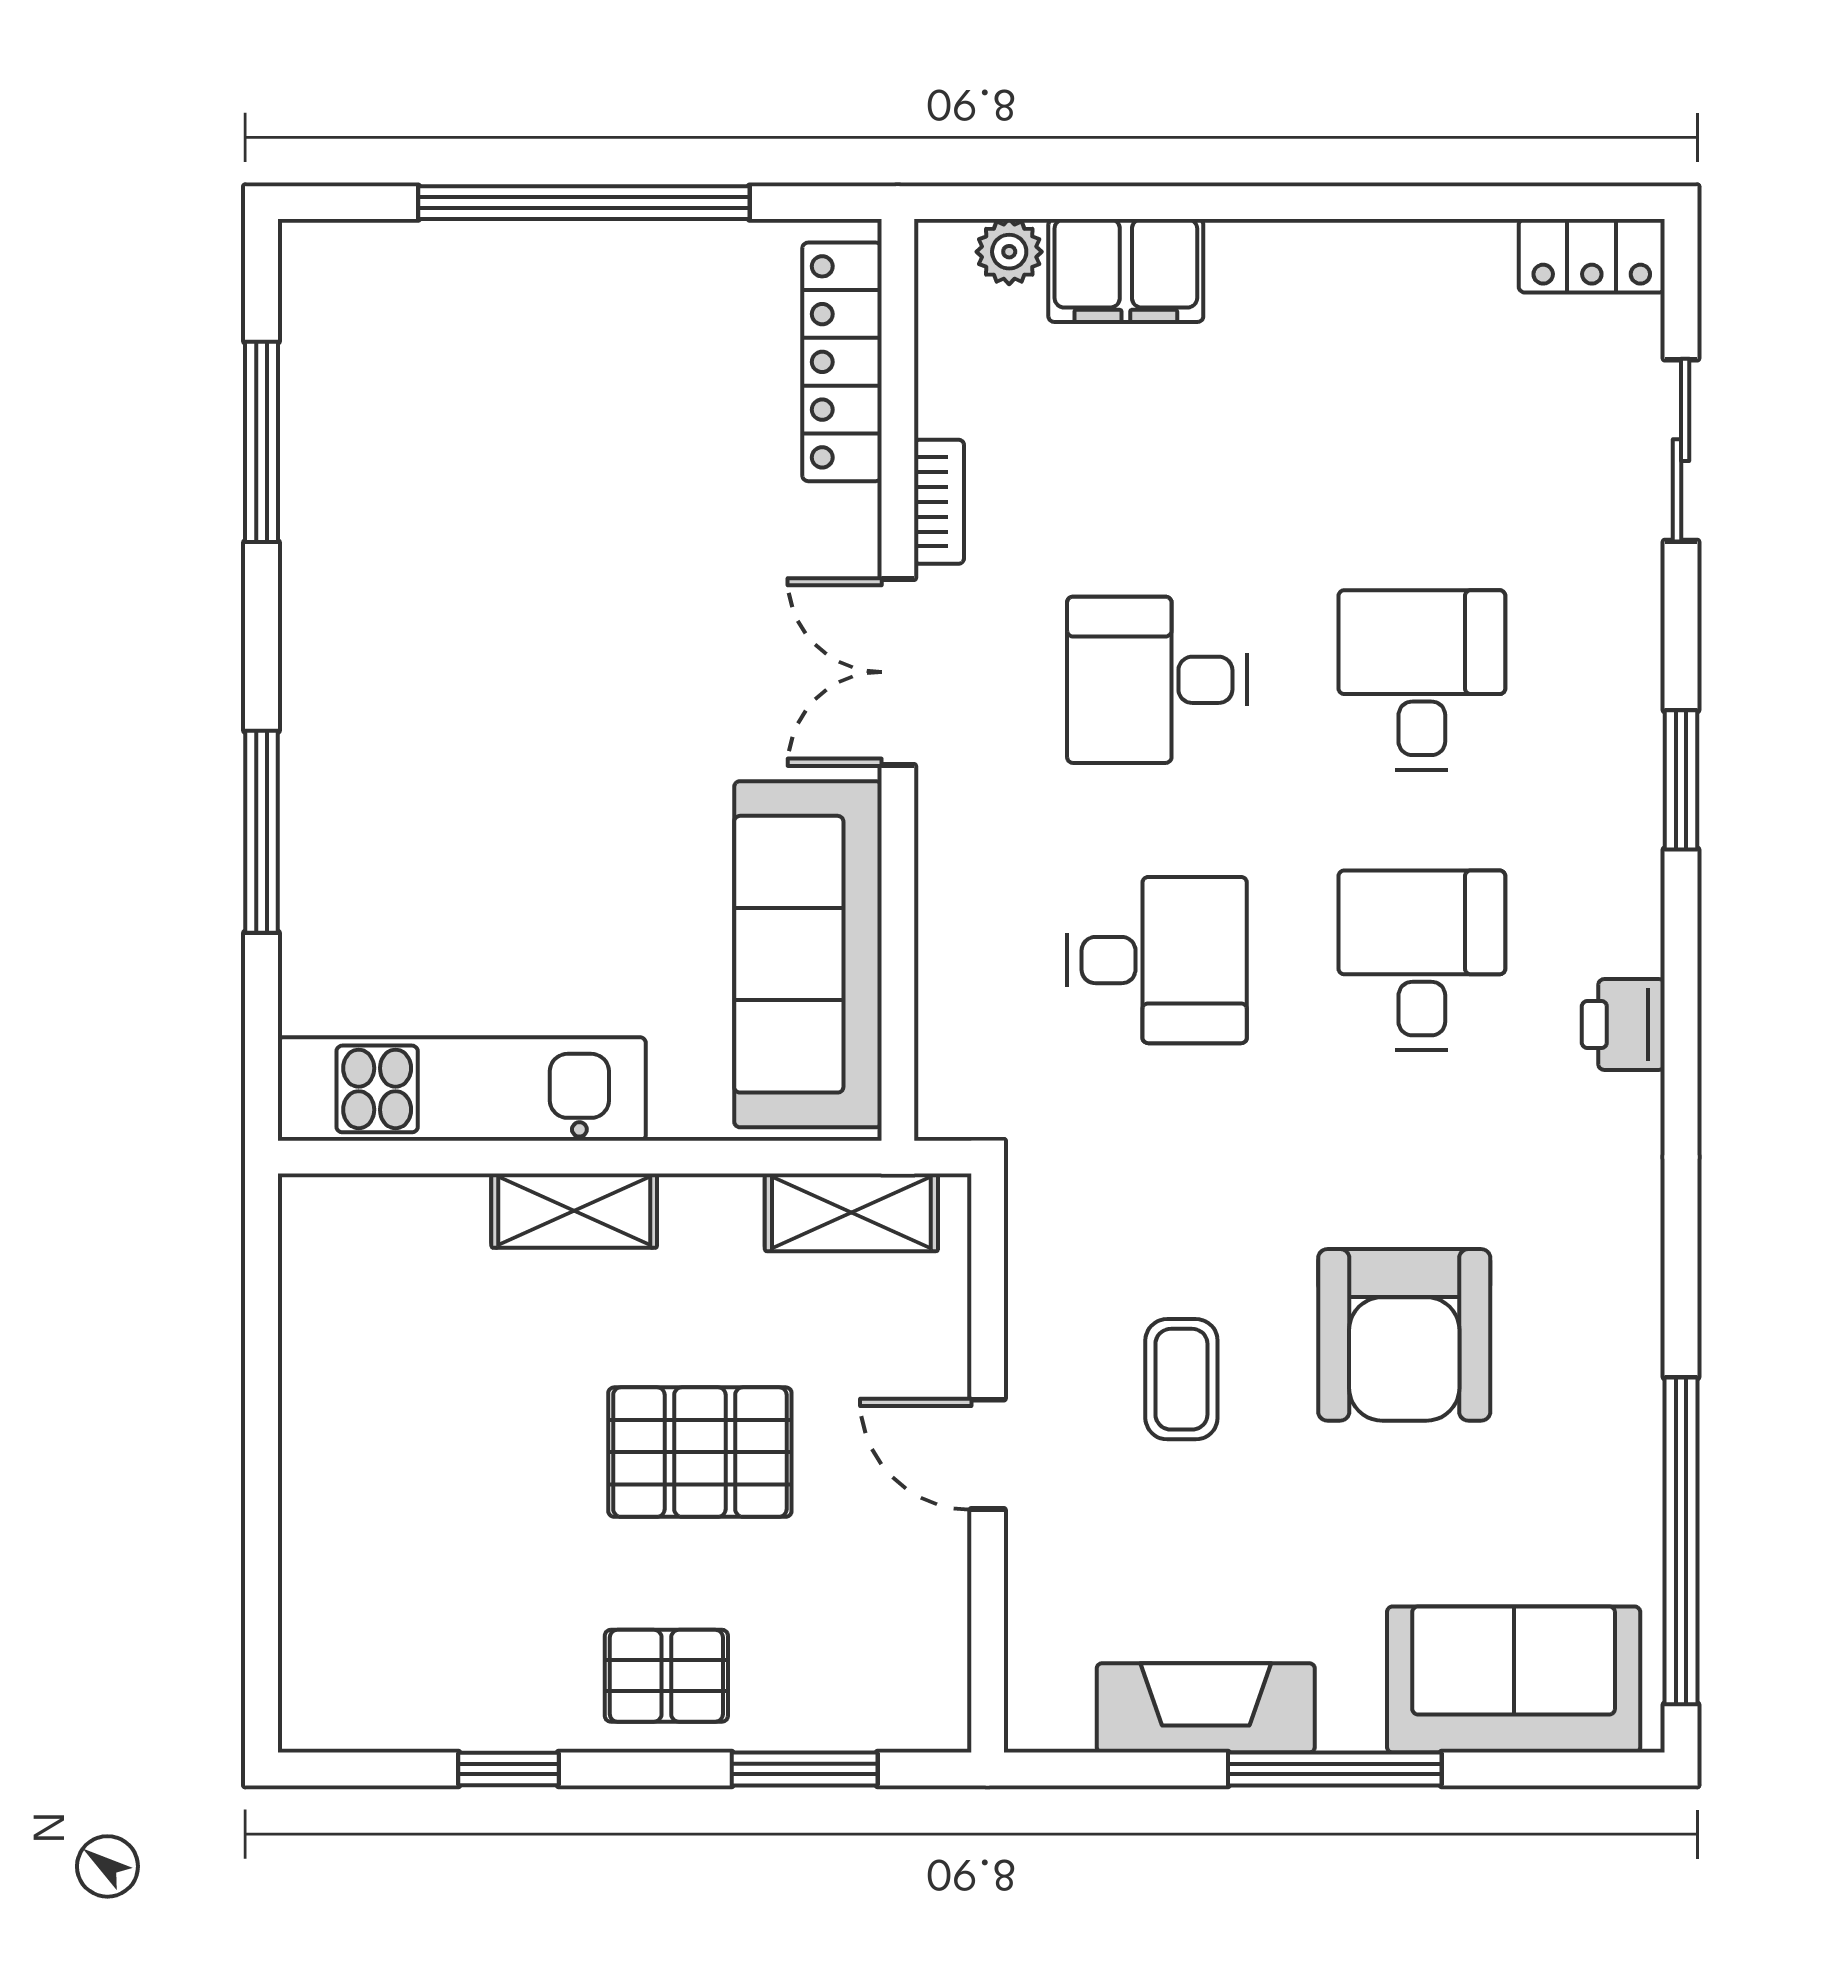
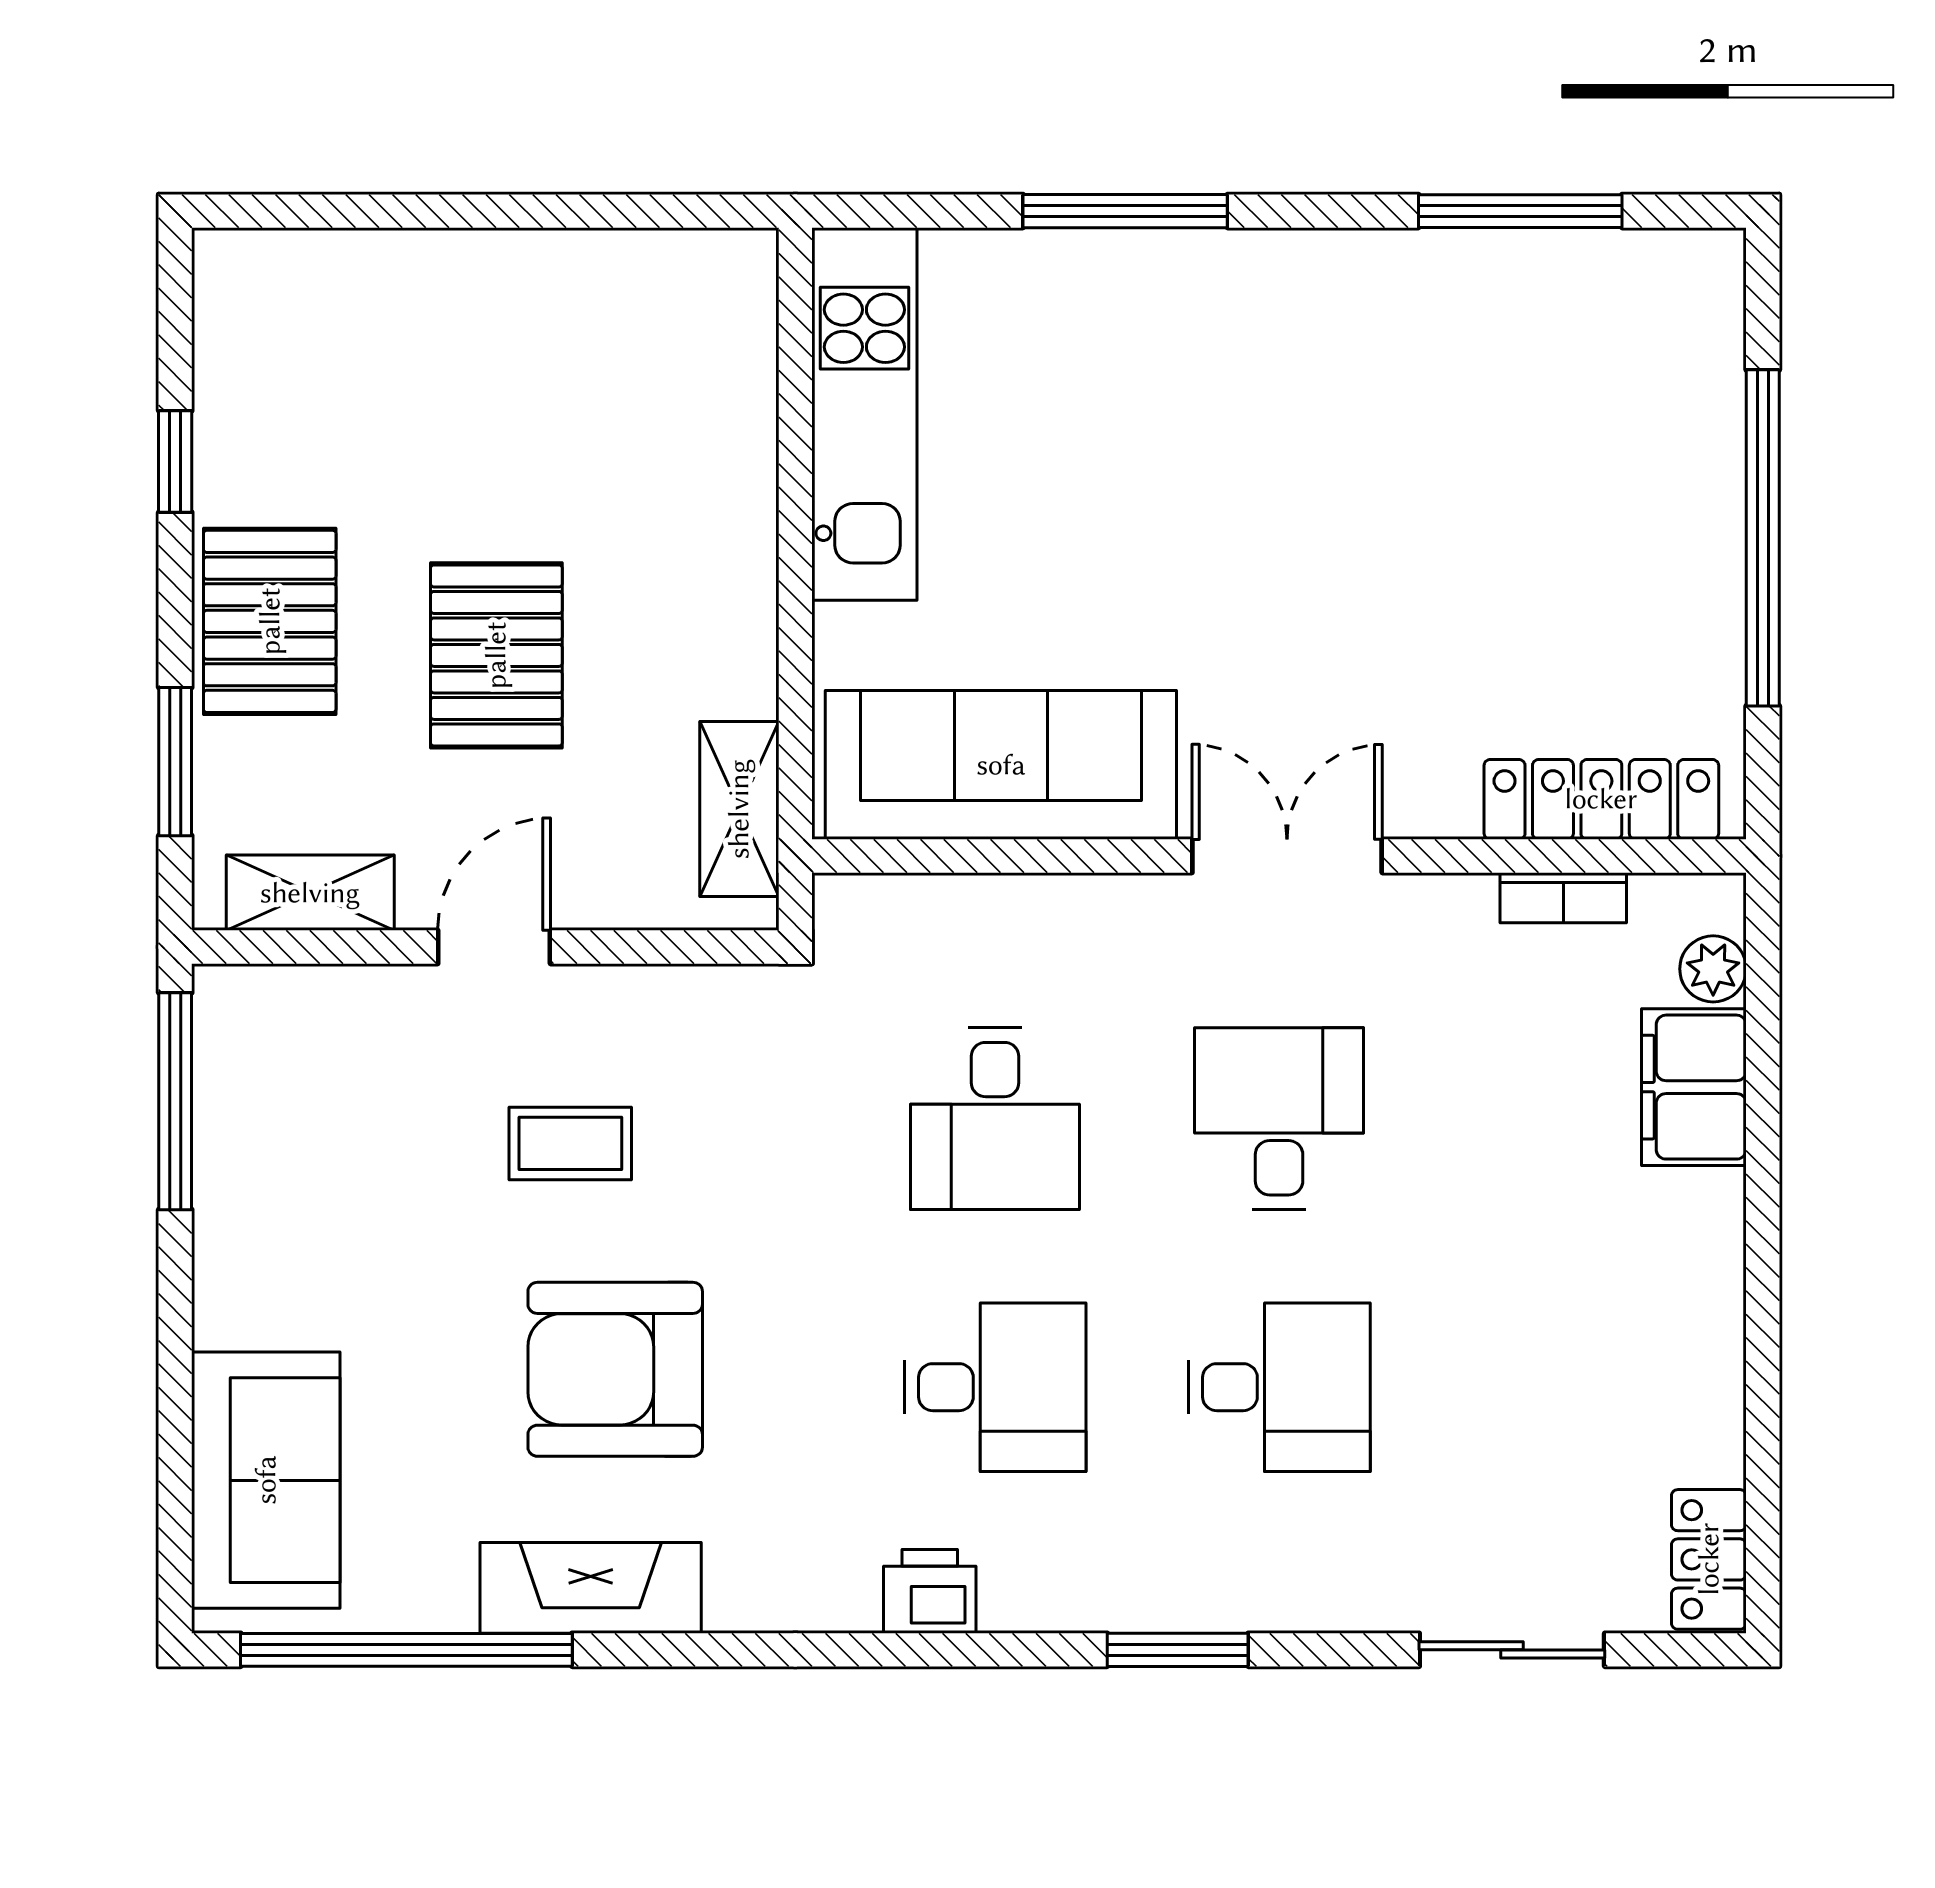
bookcase: (939, 502) -> (1563, 898), moved
shelving: (574, 1211) -> (310, 893), moved, turned 90
pallet: (666, 1676) -> (270, 621), width x1.50, depth x1.42
fireplace: (1206, 1708) -> (591, 1588), moved, turned -90
window: (1335, 1769) -> (175, 1101), moved

